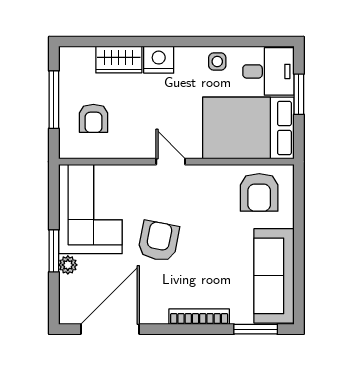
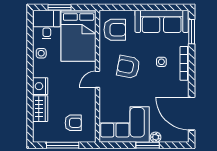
armchair: (158, 241) -> (128, 67), moved
side table: (202, 275) -> (161, 62), added

